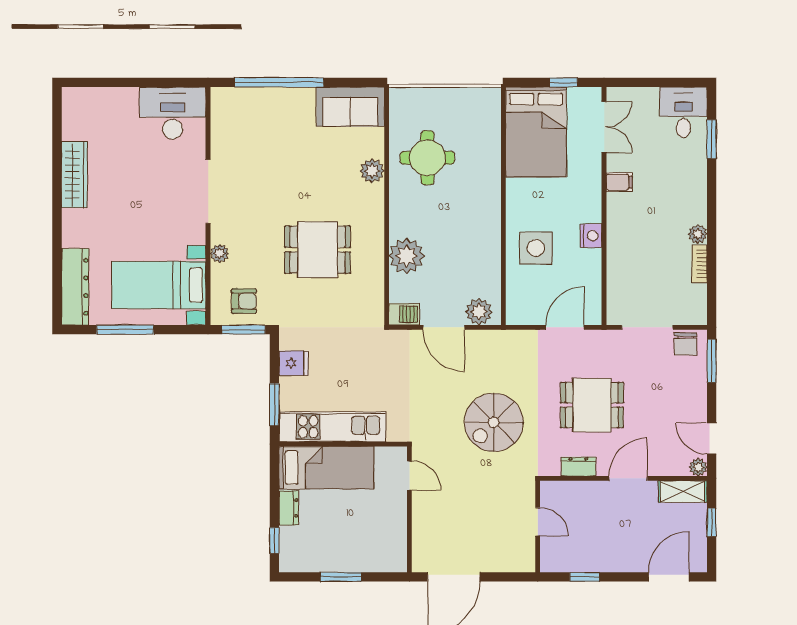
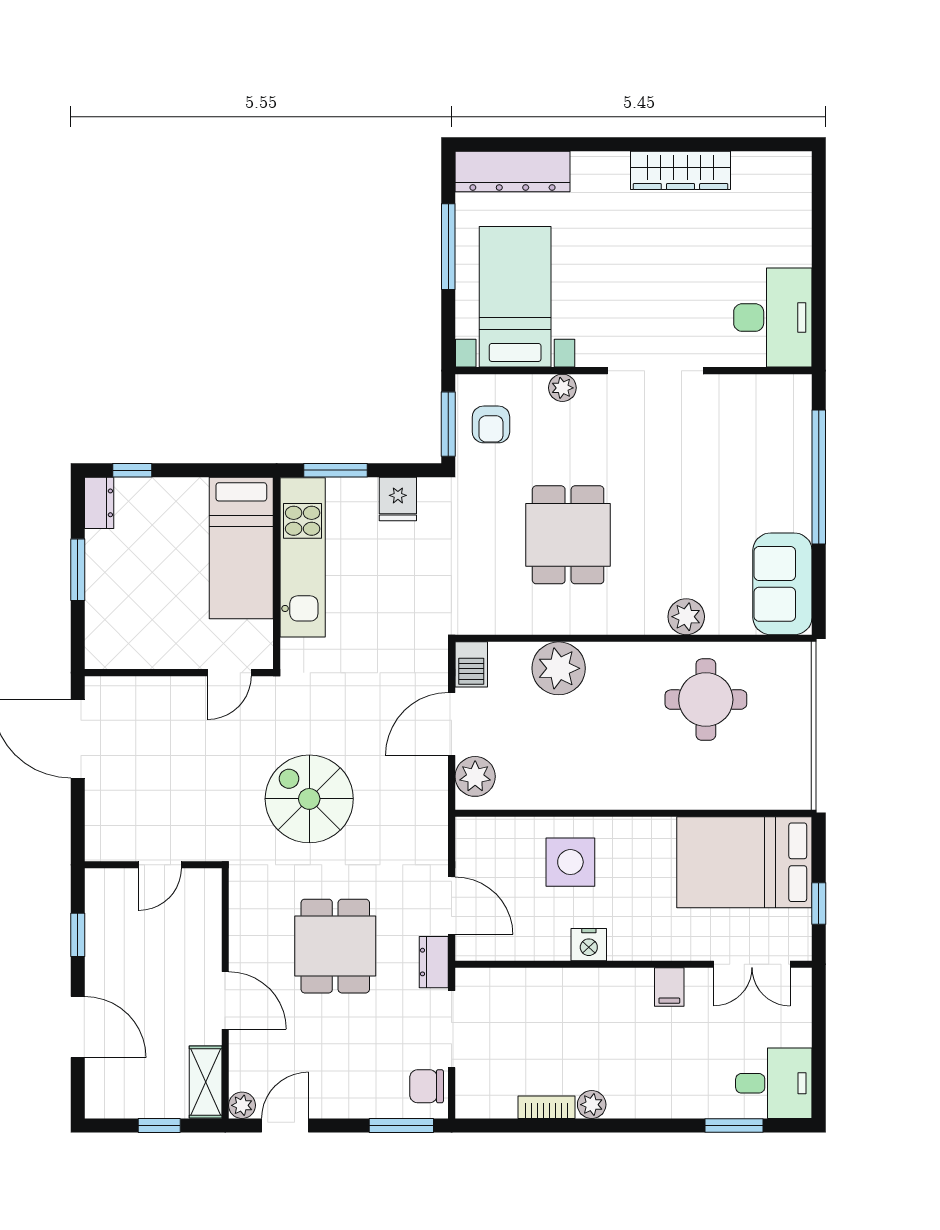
dresser: (578, 466) -> (434, 962), moved, turned 180
dresser: (289, 508) -> (99, 503), moved, turned -90
door: (669, 577) -> (78, 1027), moved

